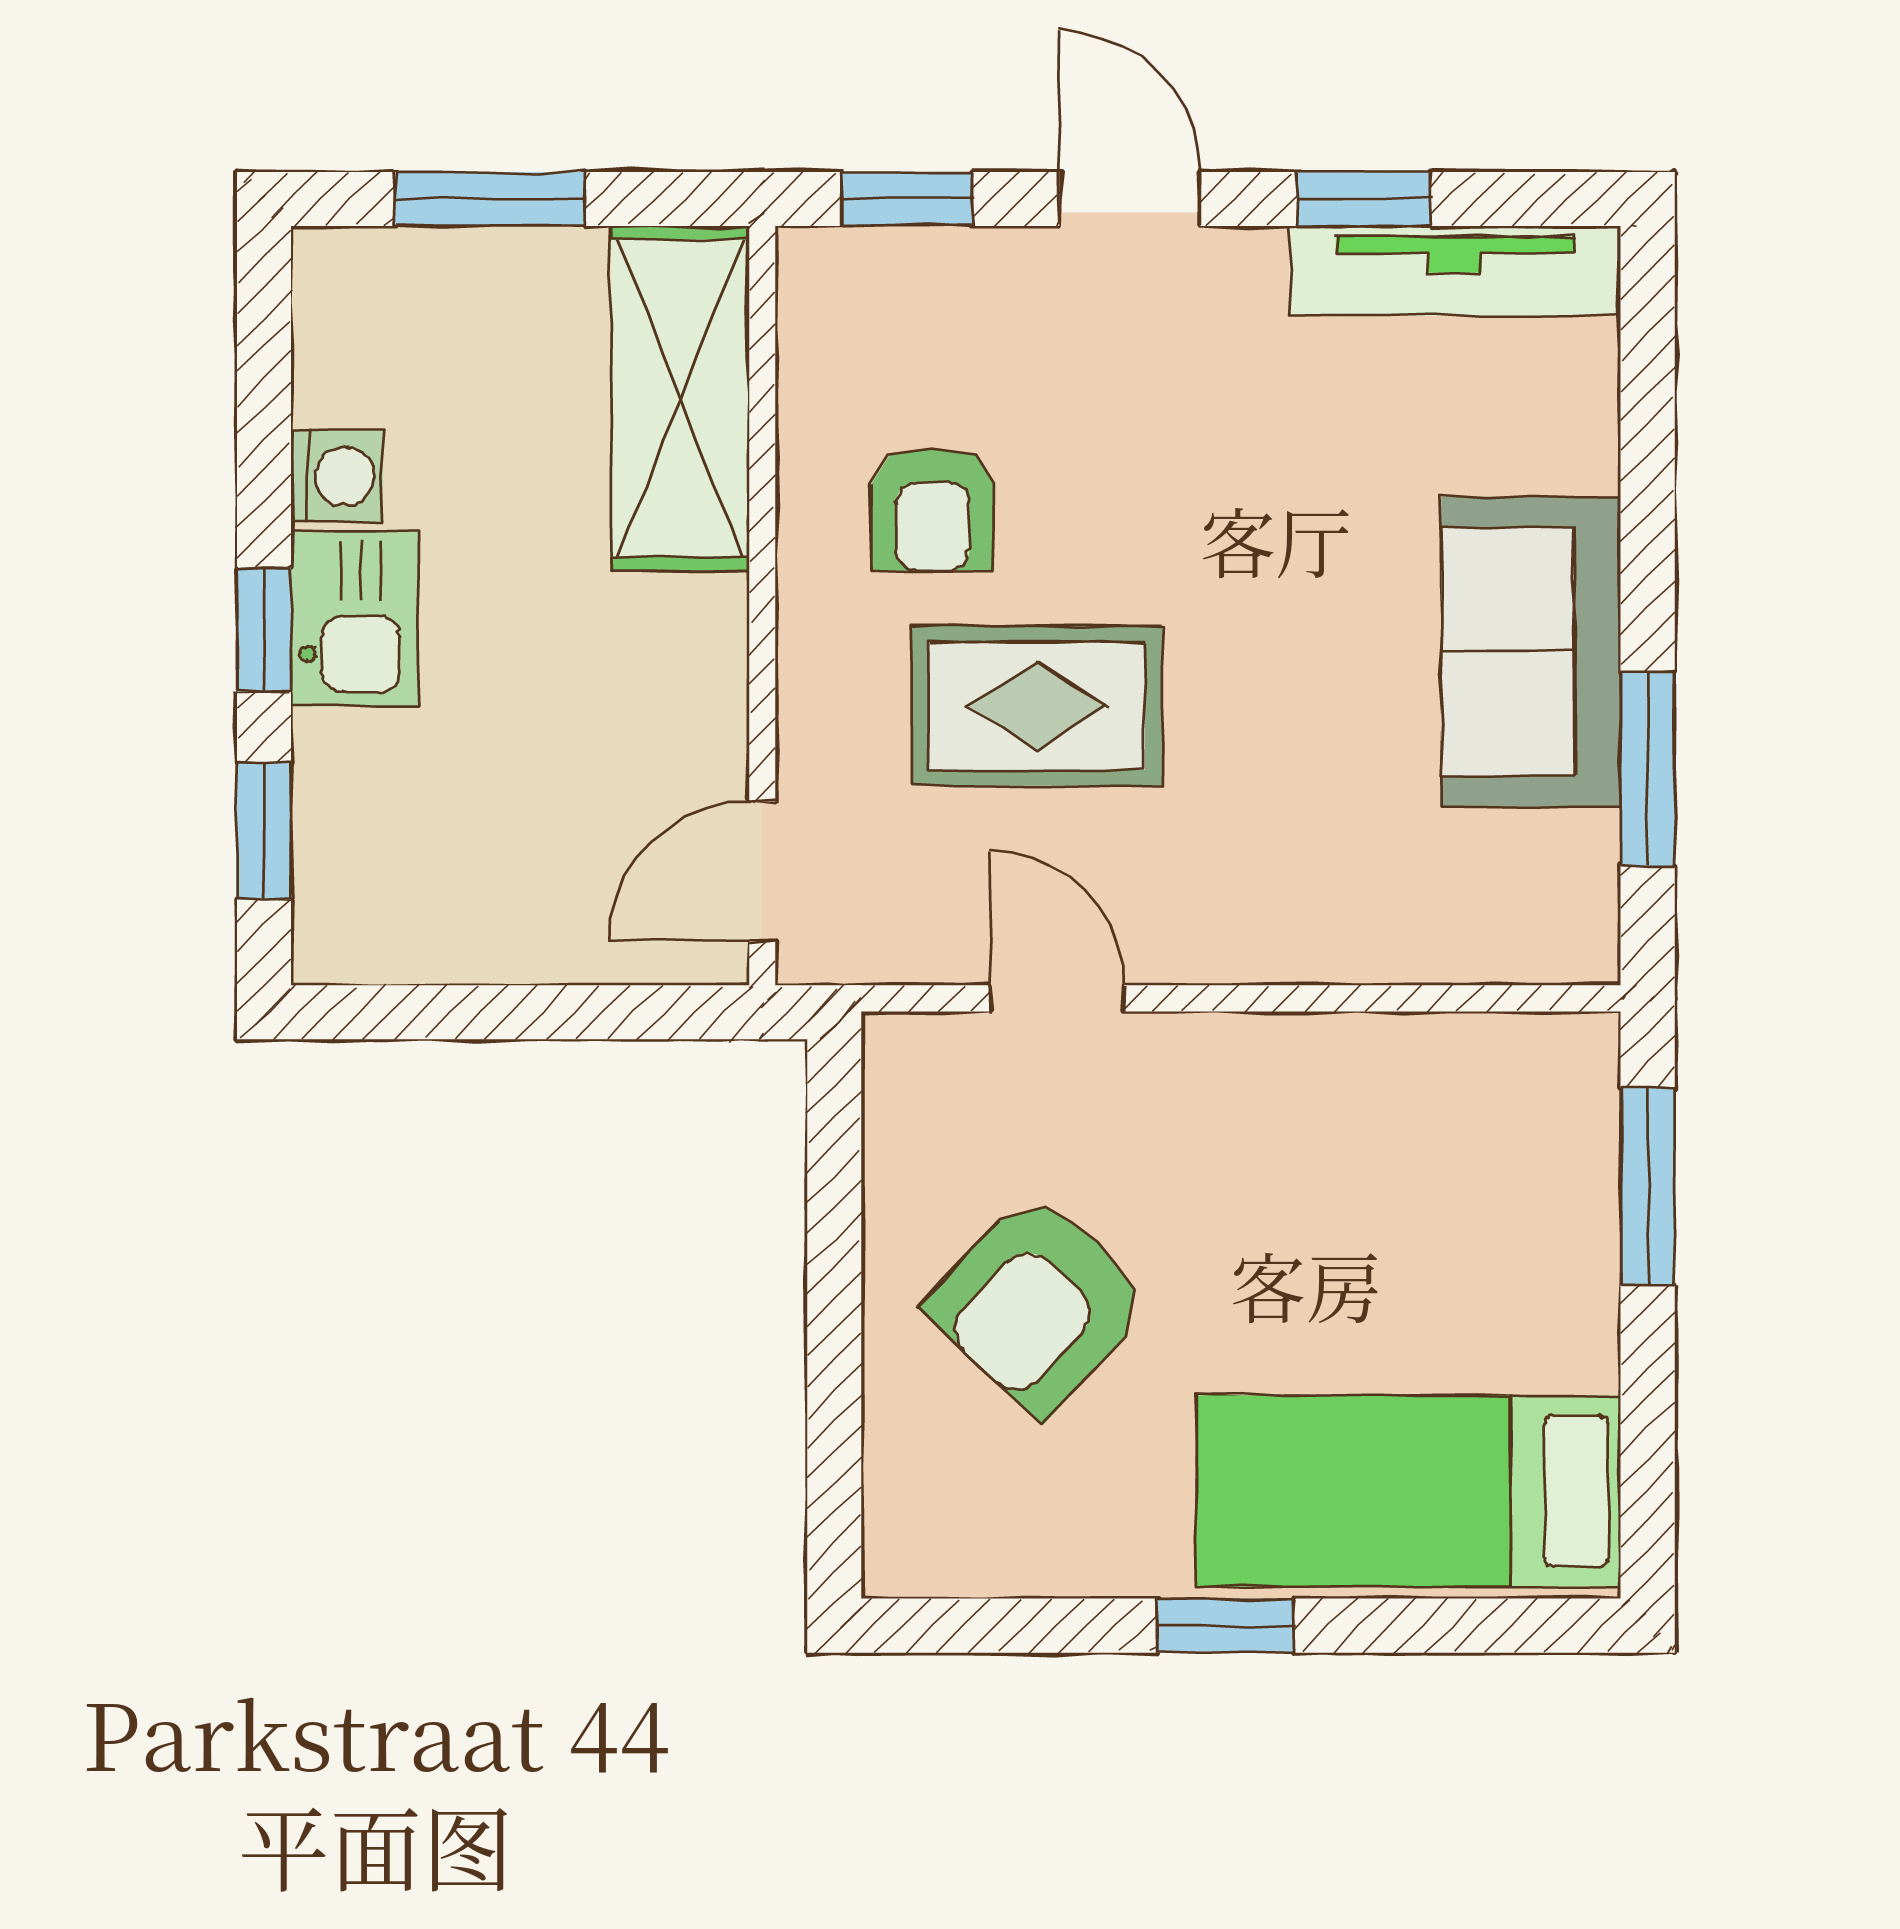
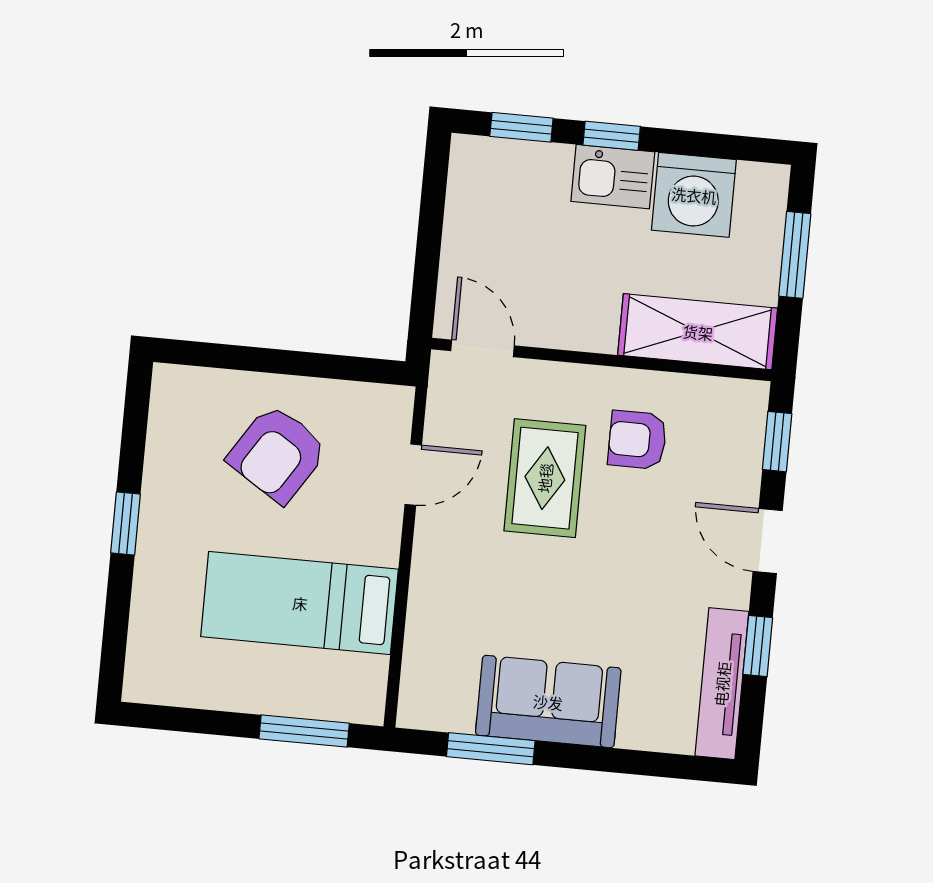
door: (1130, 199) -> (768, 541), swing flipped
washing machine: (337, 476) -> (694, 195), width x1.89, depth x1.89
armchair: (1039, 1303) -> (278, 454), turned -100
bed: (1409, 1491) -> (300, 603), moved, turned -90

